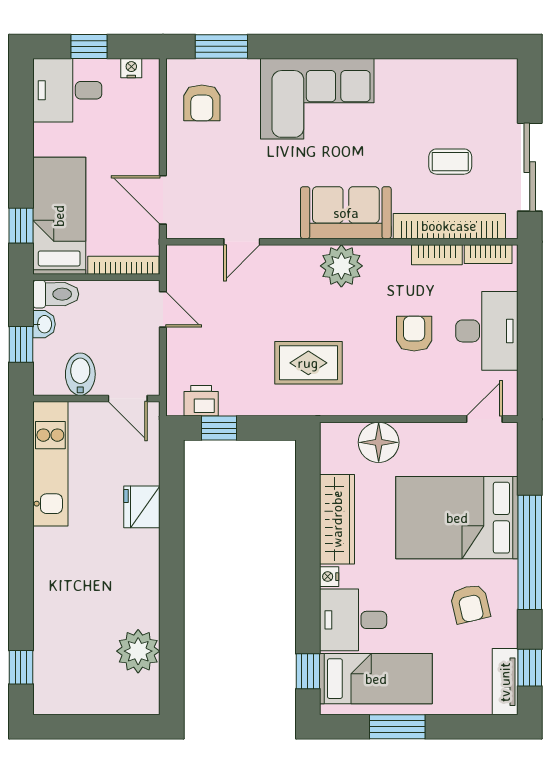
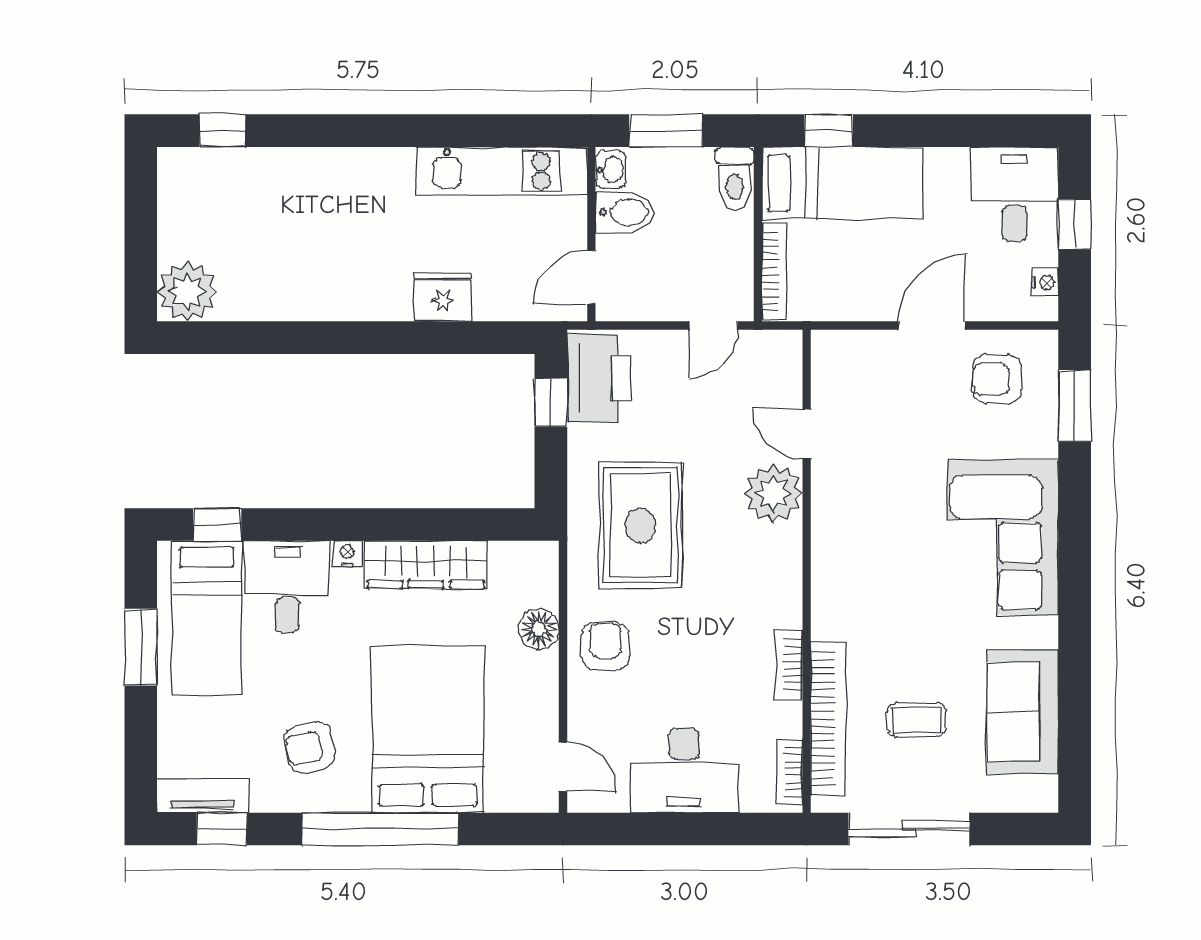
coffee table: (450, 162) -> (917, 720), turned 90
door: (163, 200) -> (932, 326), moved
sofa: (346, 213) -> (1022, 712), moved, turned 180
bookcase: (437, 255) -> (789, 665), moved
plant: (341, 266) -> (773, 493), moved
washbasin: (44, 324) -> (611, 170), moved, turned -90
armchair: (414, 334) -> (605, 646), moved, turned -90
window: (21, 344) -> (666, 131), width x1.50
rug: (308, 363) -> (640, 525), width x1.36, depth x1.43
printer: (201, 401) -> (598, 378), width x1.87, depth x1.48
floor lamp: (379, 442) -> (539, 629), width x0.73, depth x0.73
plant: (138, 651) -> (187, 292), moved

